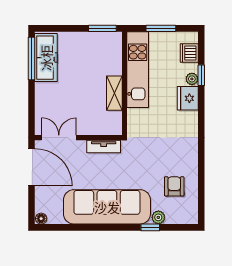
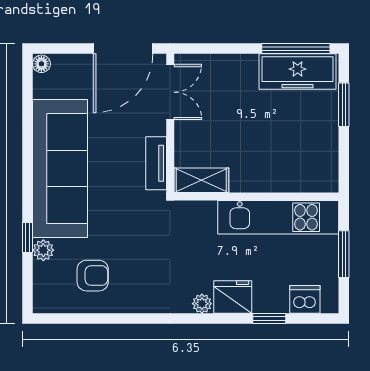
window: (102, 28) -> (344, 105), moved
plant: (192, 79) -> (202, 304), moved
shelving: (114, 93) -> (201, 180), moved

